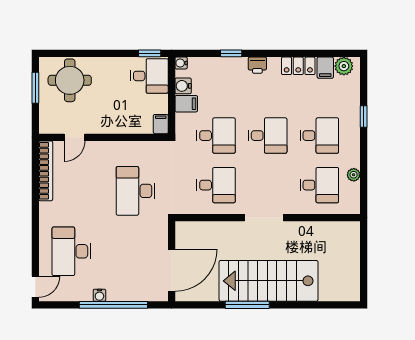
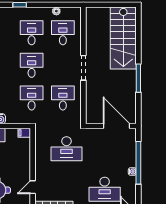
filing cabinet: (186, 104) -> (11, 117), removed
door: (75, 137) -> (33, 187), swing flipped
stairs: (269, 281) -> (123, 38), moved

